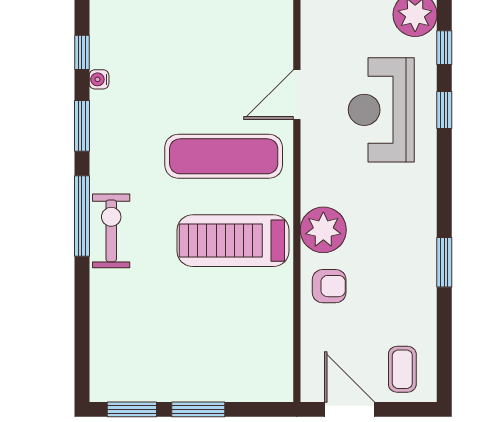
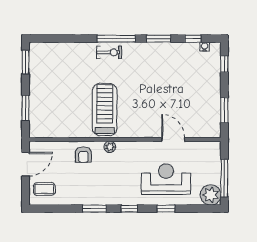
window: (444, 48) -> (129, 209), moved
water cooler: (99, 79) -> (205, 47), moved
exercise mat: (224, 156) -> (144, 105), removed
plant: (323, 230) -> (110, 147), width x0.53, depth x0.53
exercise bike: (111, 231) -> (109, 52), width x0.73, depth x0.72
window: (198, 409) -> (26, 108), moved

